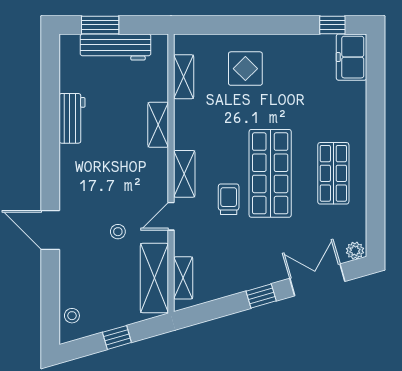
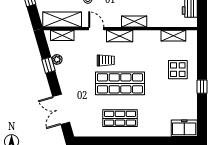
window: (332, 25) -> (202, 87), moved
shelving: (158, 125) -> (134, 22), moved
plant: (355, 251) -> (57, 59), moved
double door: (317, 280) -> (61, 109), swing flipped
window: (261, 296) -> (48, 65), moved

